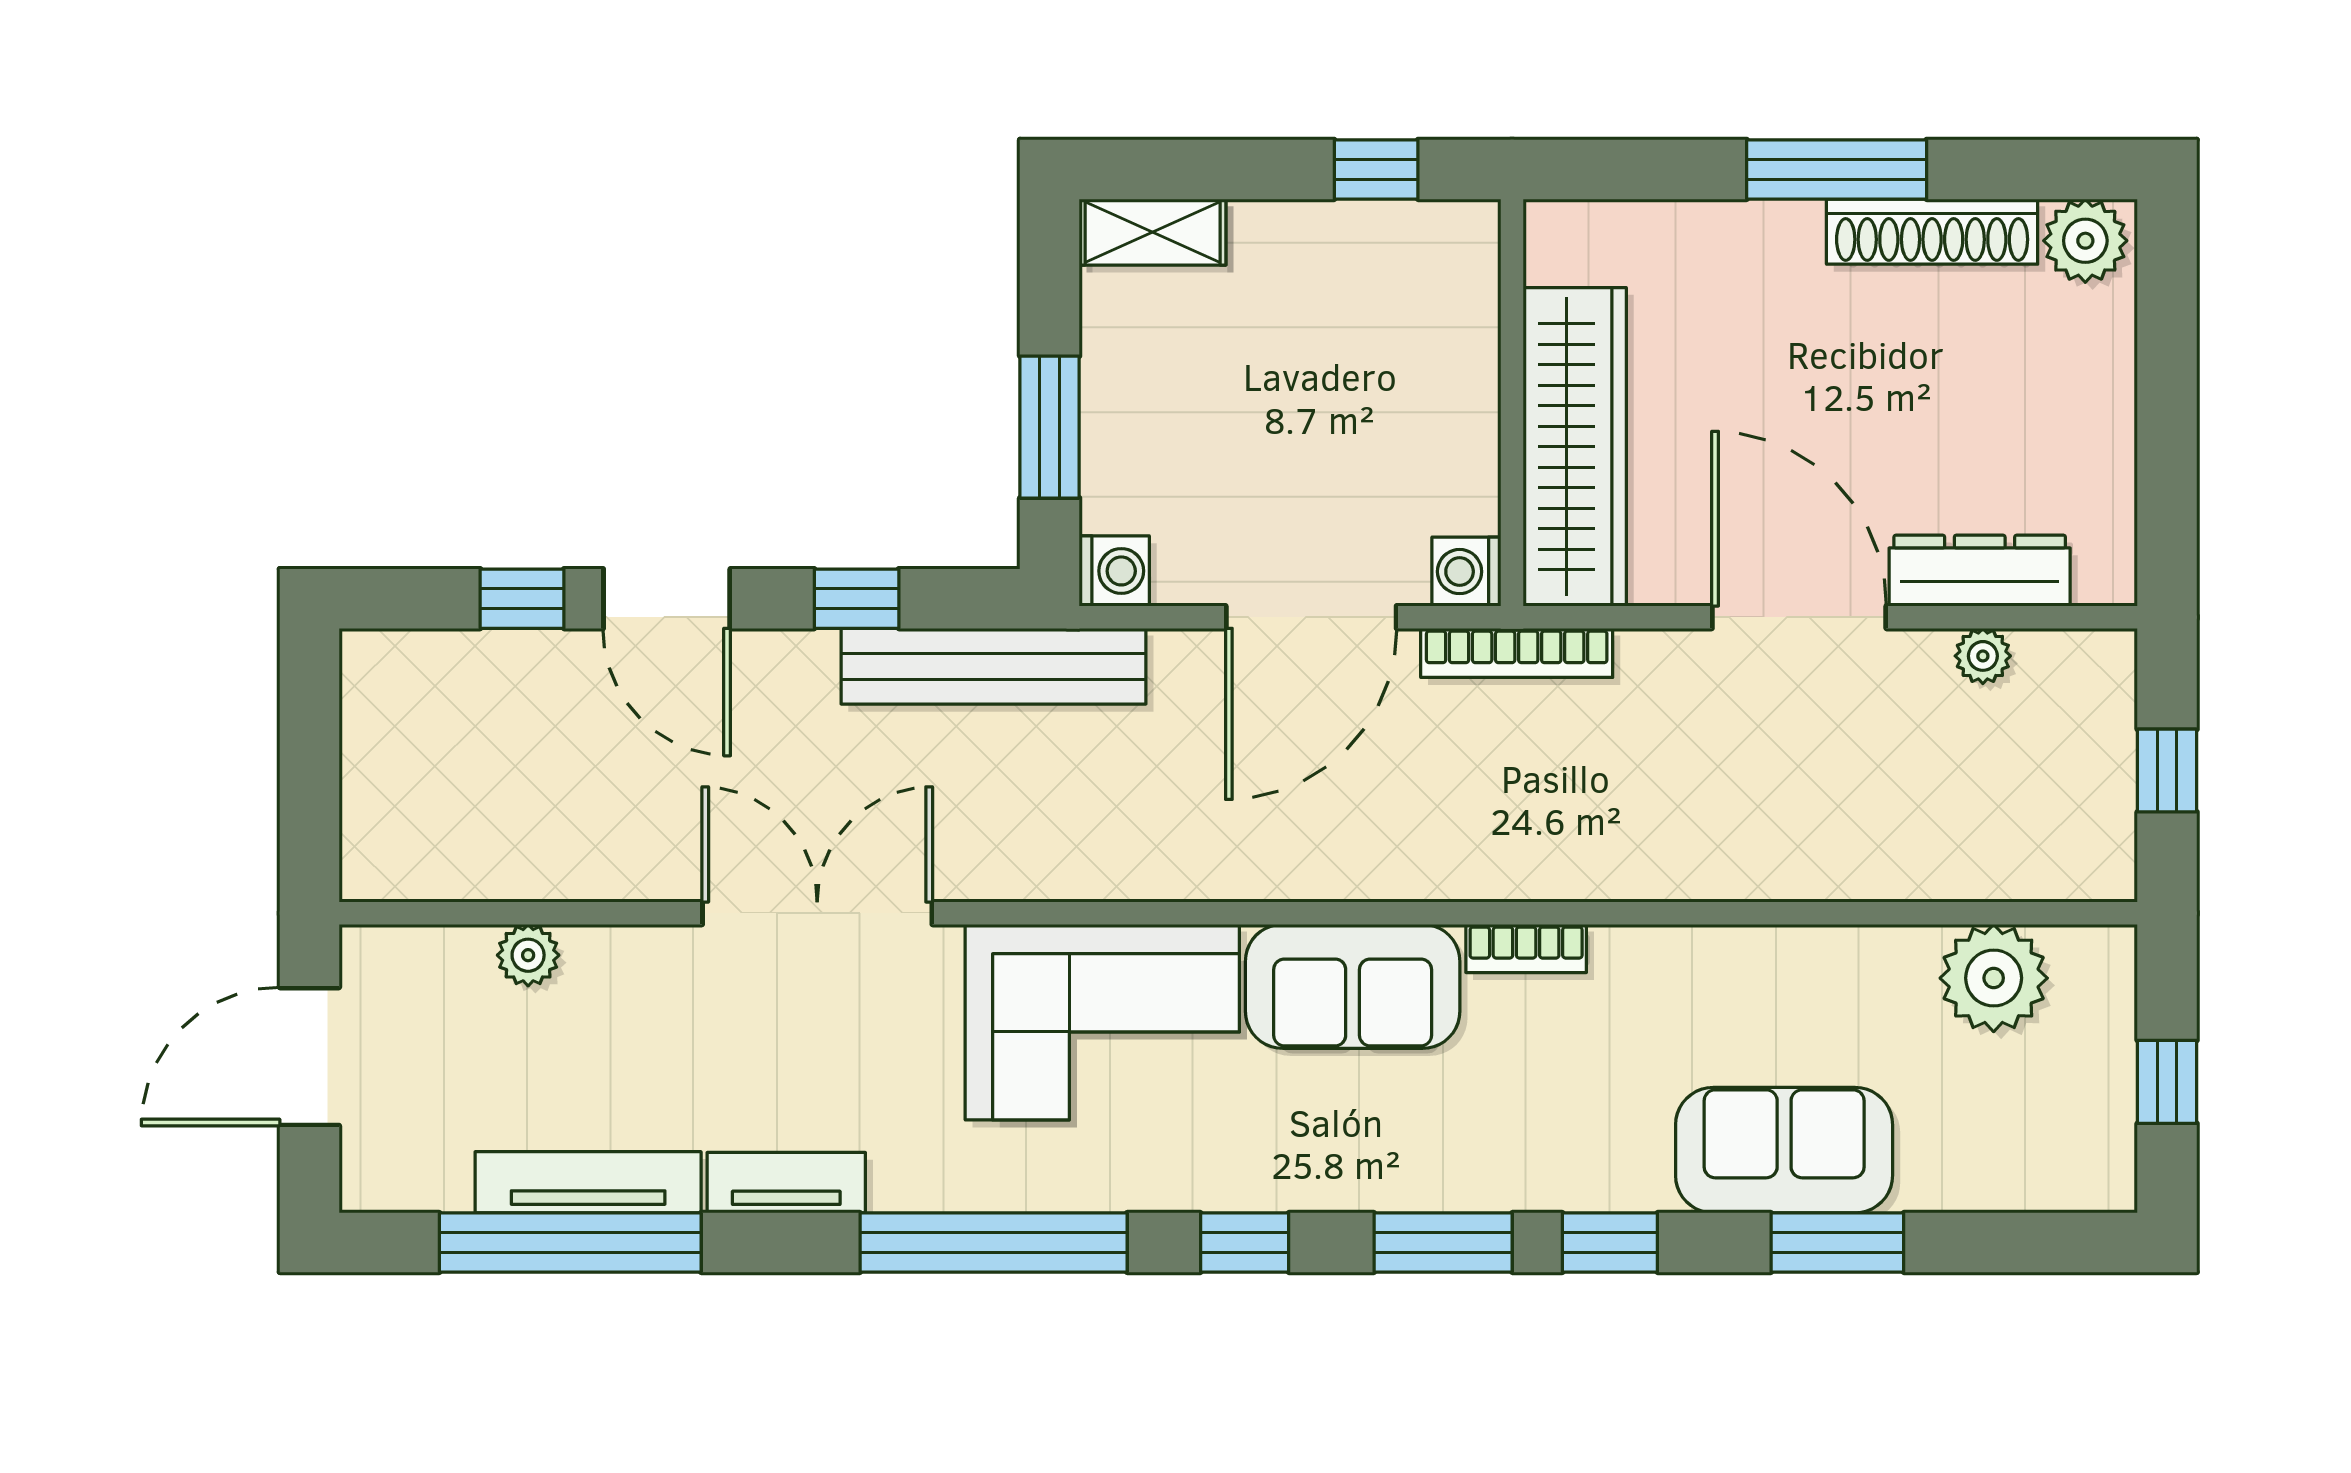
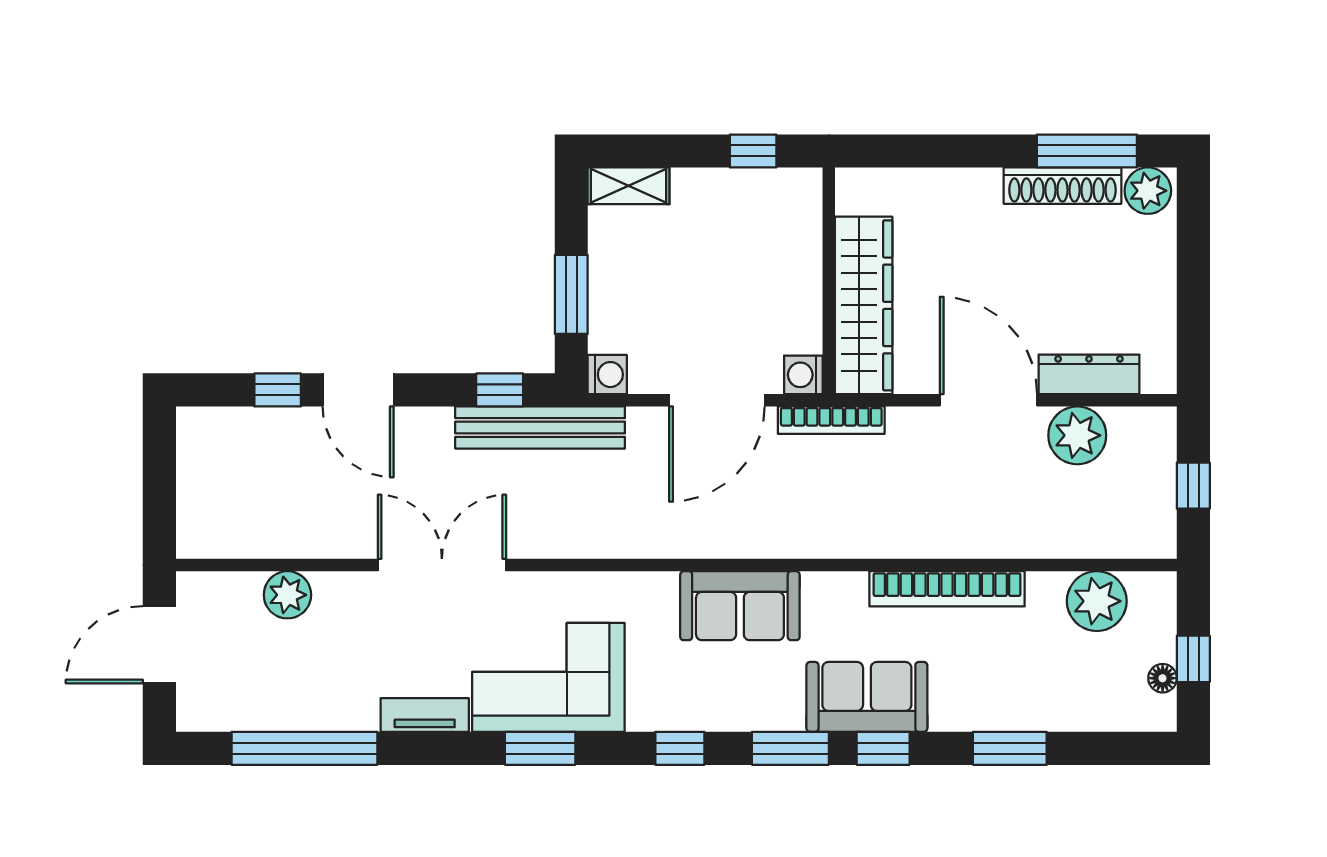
window: (1837, 169) -> (1087, 151), moved
window: (857, 599) -> (500, 390), moved
plant: (1983, 656) -> (1077, 435), width x1.88, depth x1.88
bookcase: (1526, 948) -> (947, 589), moved, width x2.31, depth x1.31
plant: (528, 955) -> (287, 595), width x1.38, depth x1.38
corner sofa: (1102, 1022) -> (548, 677), moved, turned 180
floor lamp: (2112, 1117) -> (1163, 678), added
sofa: (1784, 1150) -> (867, 697), moved
tv unit: (588, 1182) -> (314, 715), removed
window: (994, 1243) -> (540, 748), width x0.47

